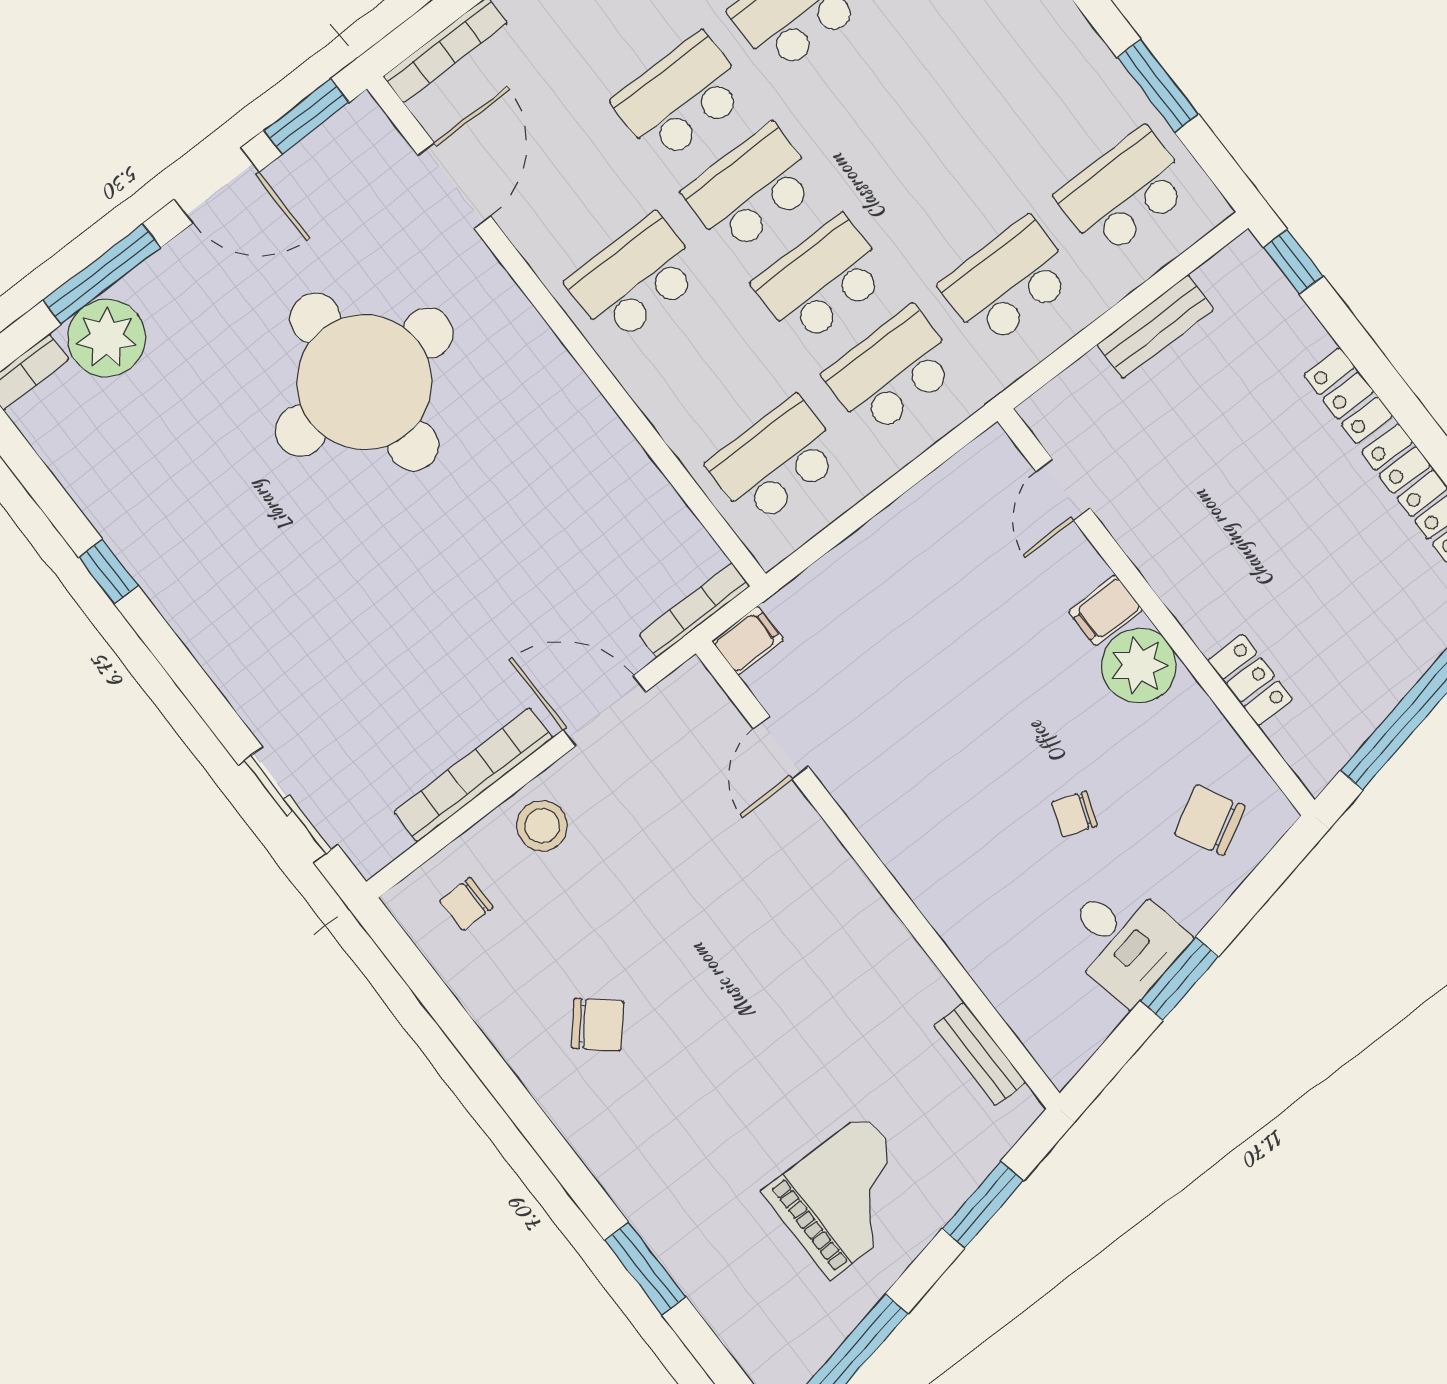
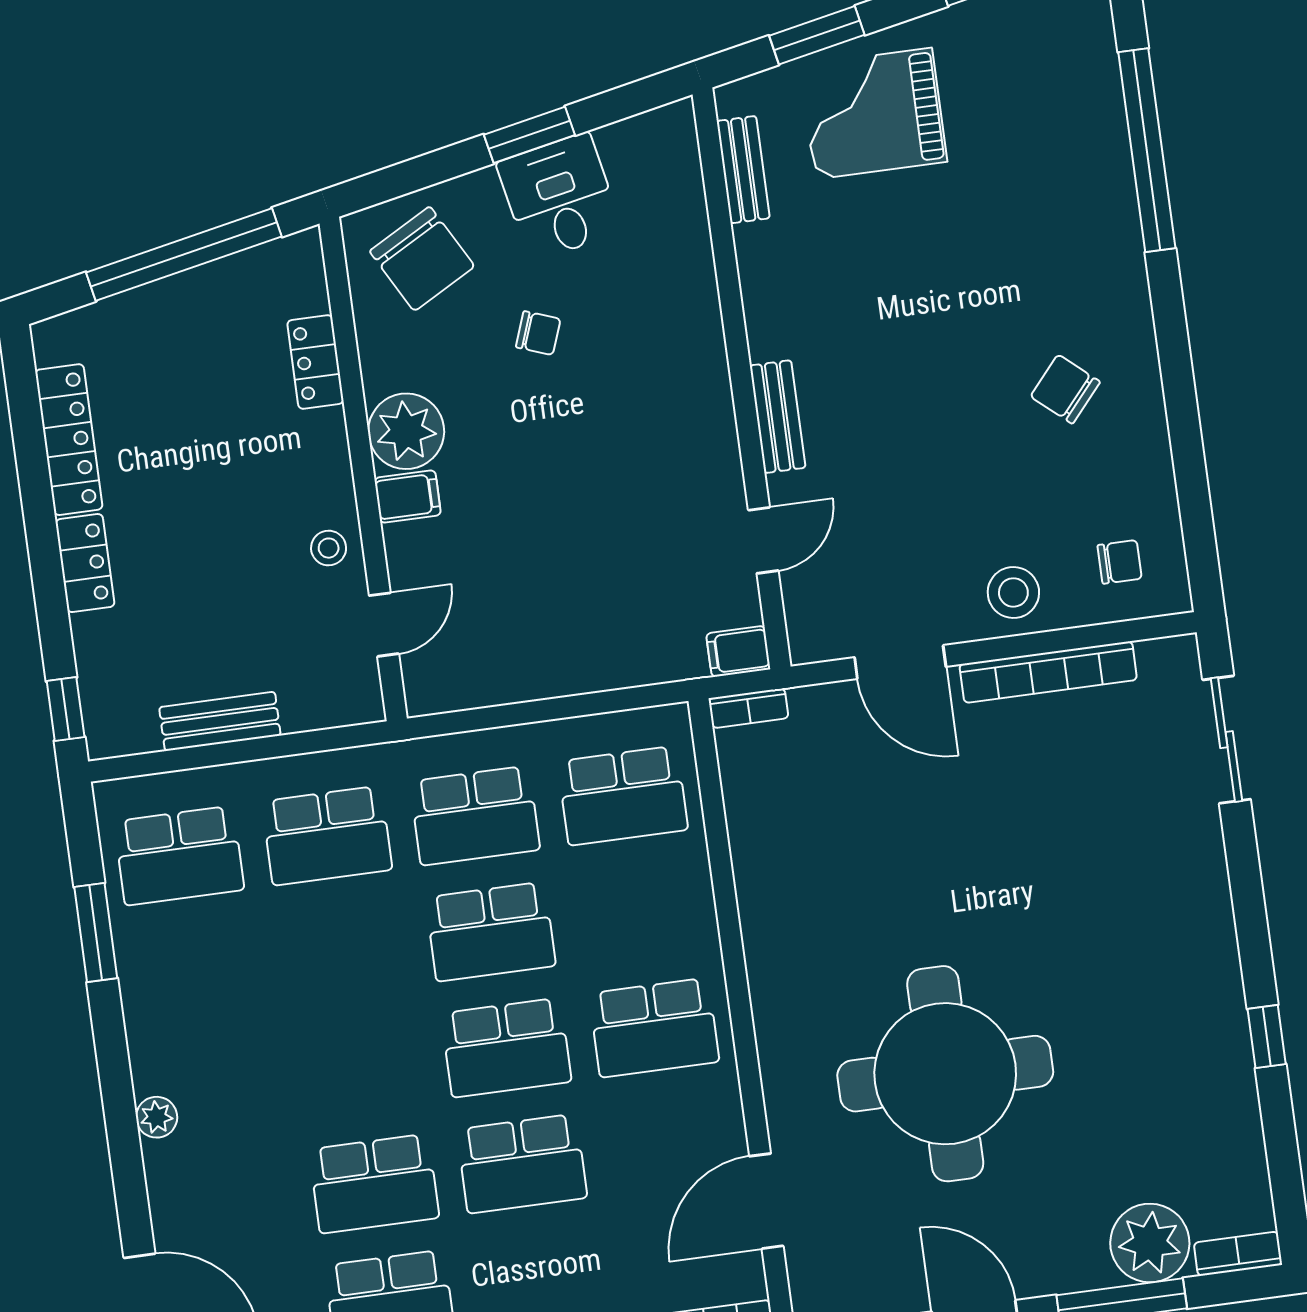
stool: (1148, 528) -> (329, 548), added
bookcase: (694, 610) -> (748, 708), width x0.64
chair: (1210, 820) -> (422, 259), width x1.37, depth x1.37
bench: (829, 860) -> (778, 417), added
grand piano: (847, 1196) -> (873, 114), moved
window: (645, 1268) -> (1147, 150), width x2.11

